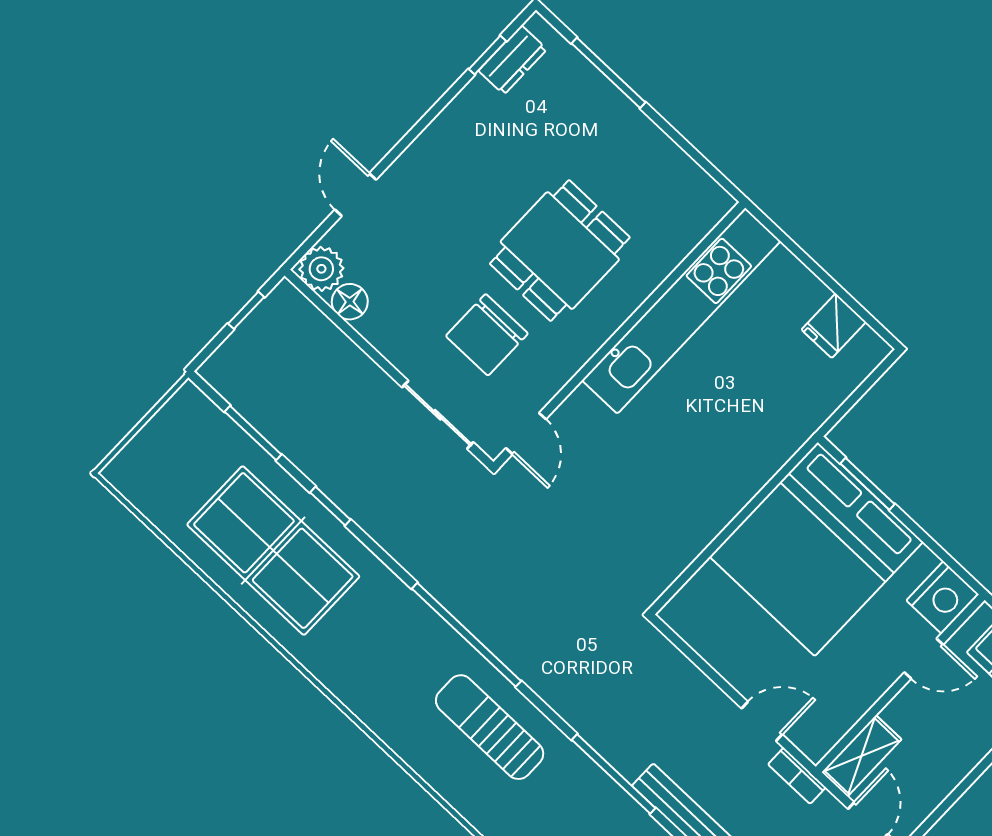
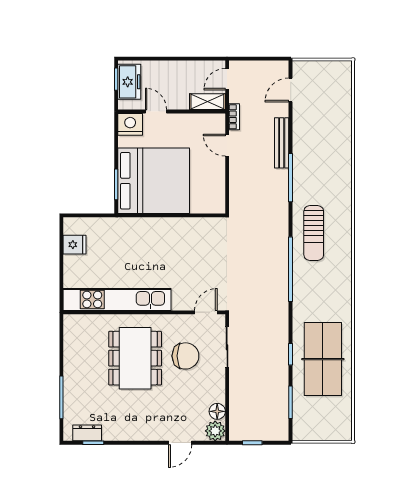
dining table: (560, 251) -> (135, 358), width x1.38

